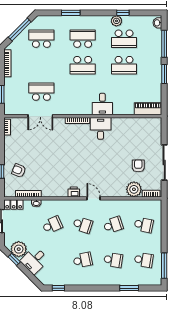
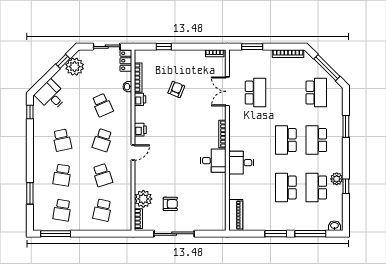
school desk: (83, 39) -> (316, 140), turned 180
armchair: (19, 170) -> (176, 89), moved
printer: (47, 192) -> (140, 99), added
desk: (34, 260) -> (51, 96), moved

